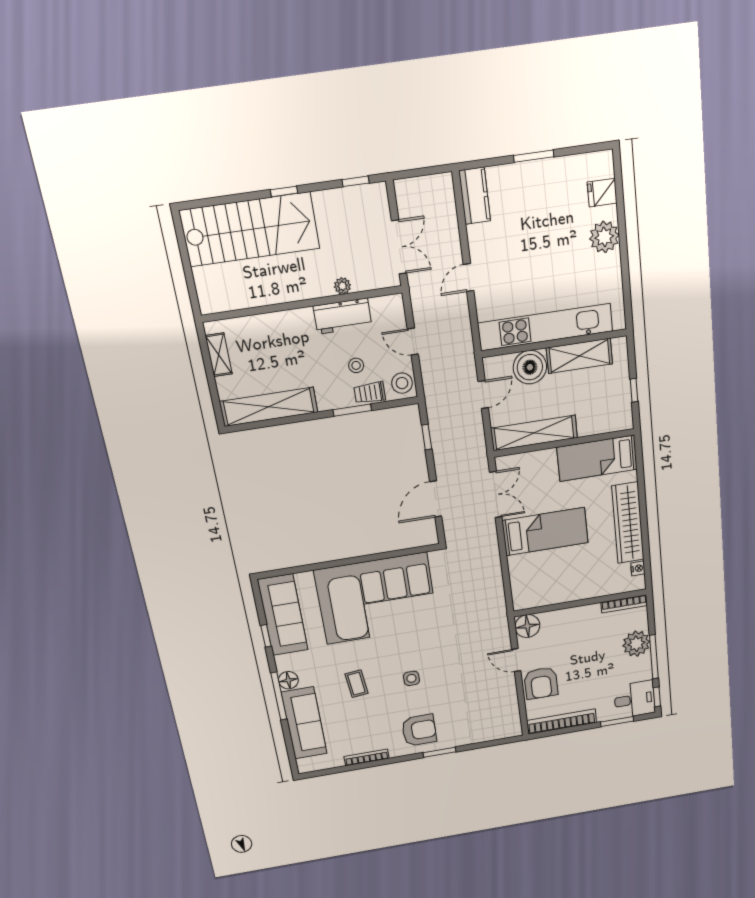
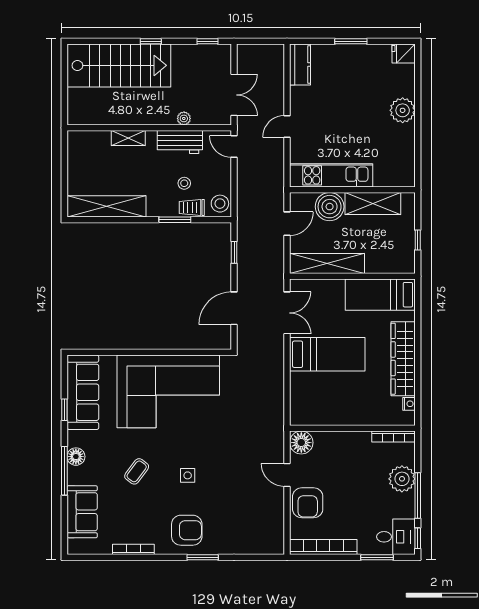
fridge: (602, 193) -> (404, 54), moved
kitchen unit: (545, 327) -> (331, 175), width x0.73
door: (413, 341) -> (234, 147), moved
shelving: (219, 355) -> (128, 138), moved, turned 90
coffee table: (357, 684) -> (137, 471), turned 43
sofa: (304, 723) -> (82, 512), width x0.73

